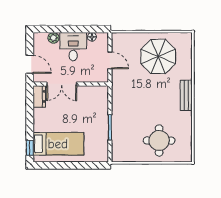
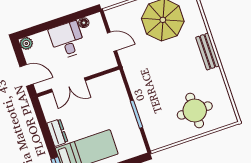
plant: (53, 38) -> (26, 43), moved
dresser: (39, 96) -> (57, 133), moved

